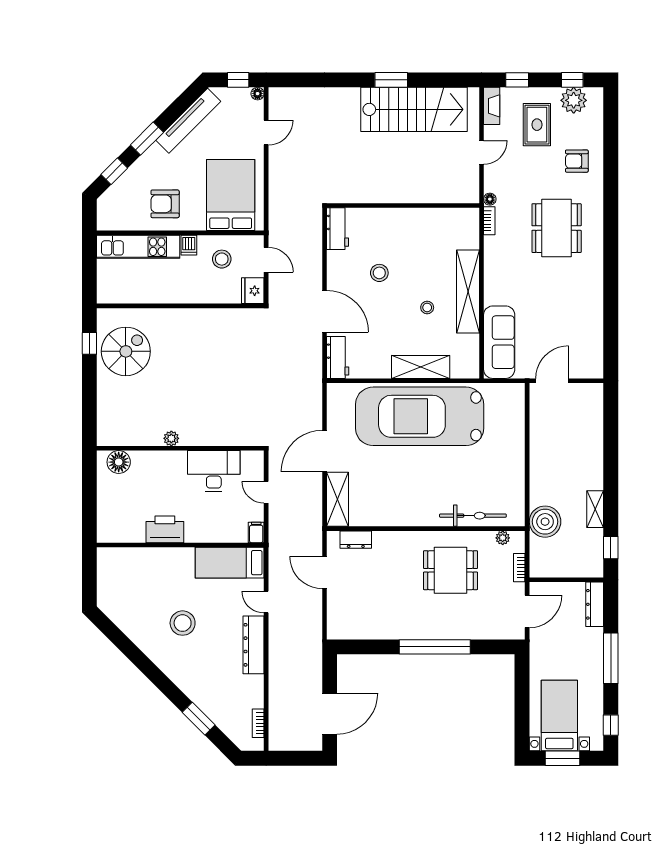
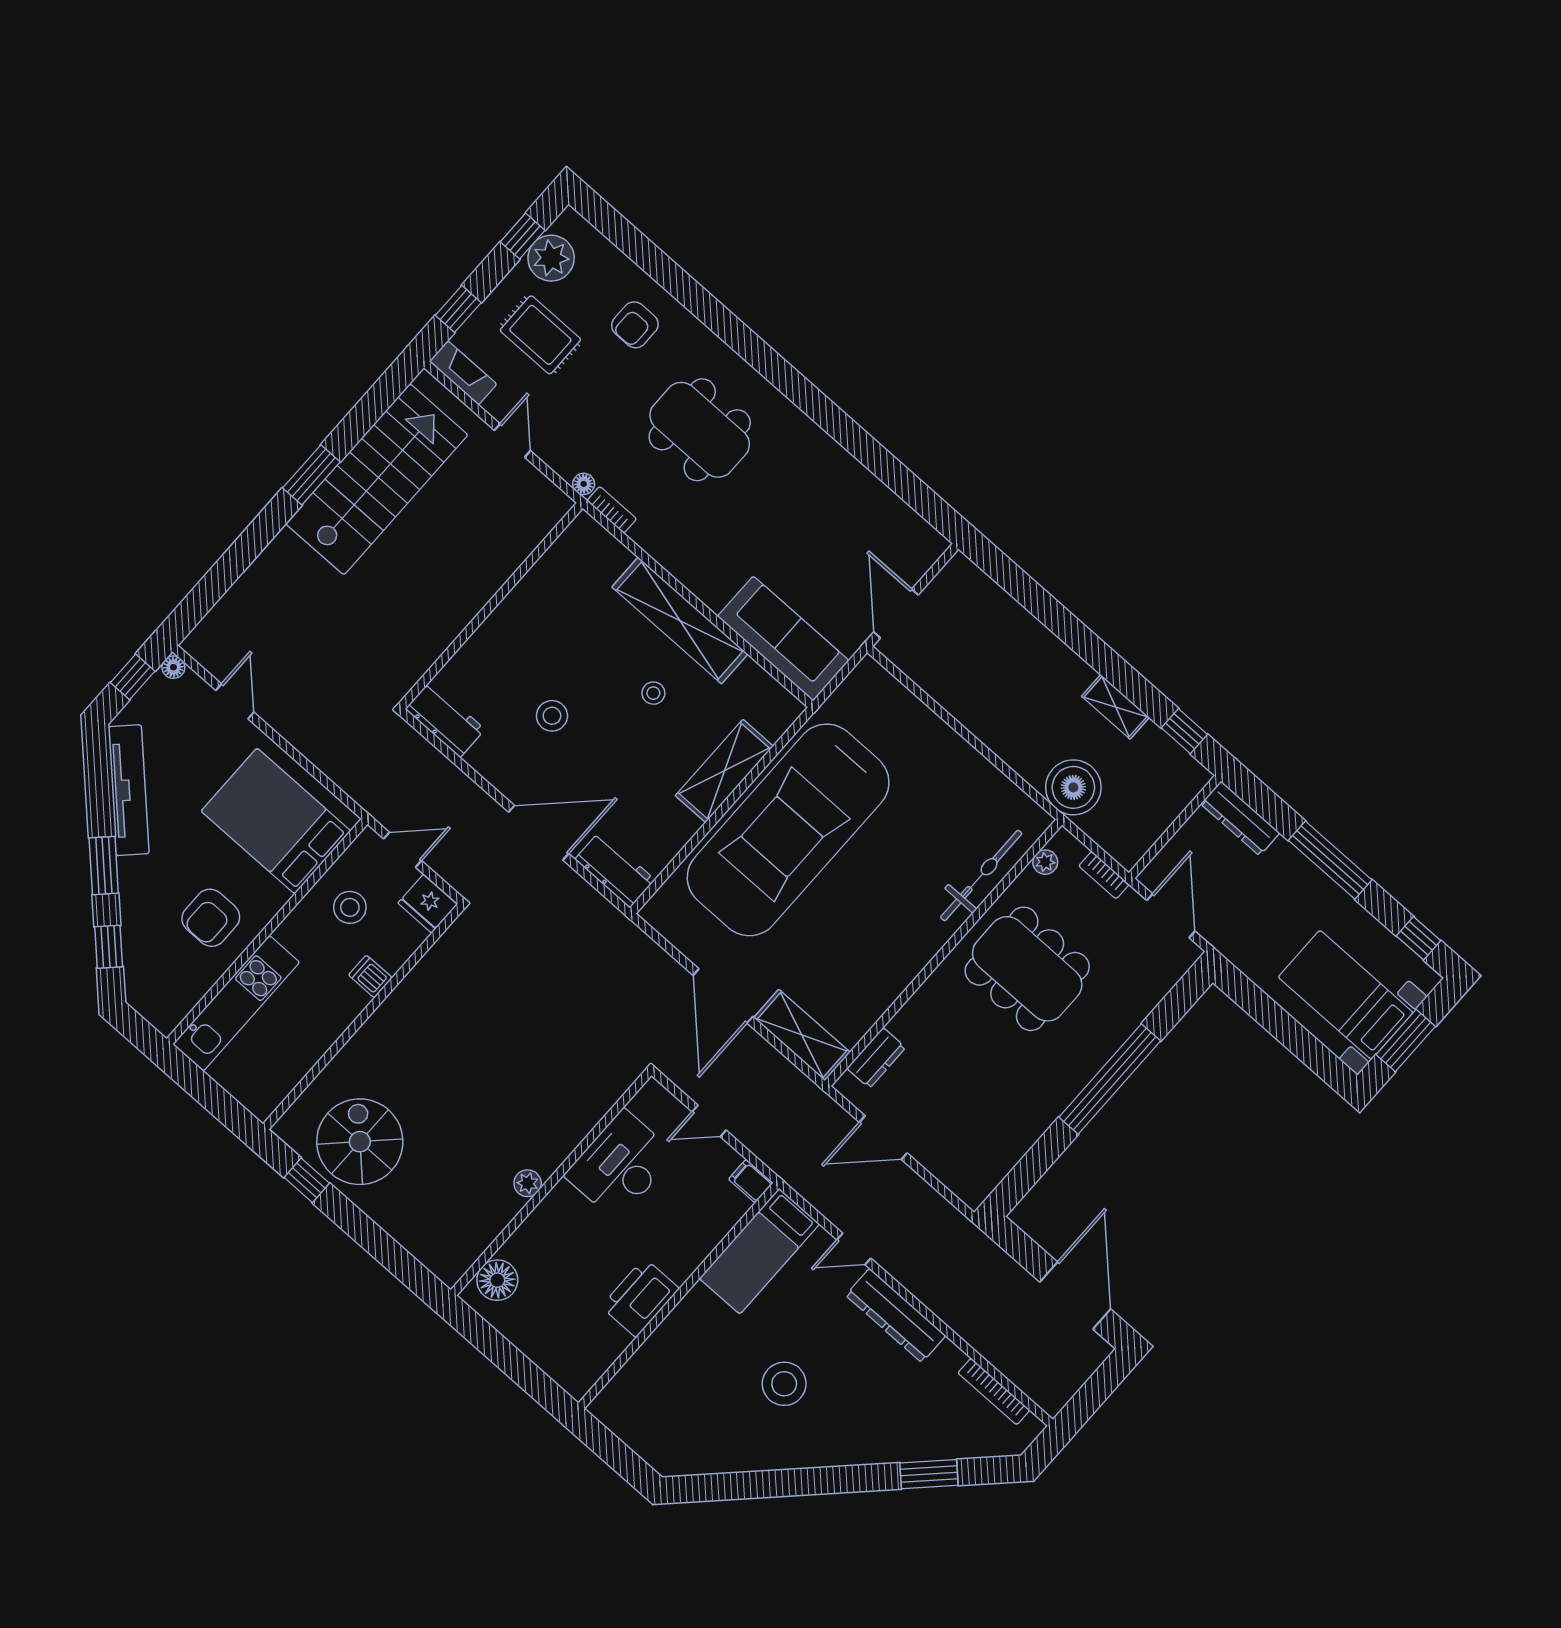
dishwasher: (189, 245) -> (370, 976), moved, turned 180
dining table: (451, 570) -> (1027, 969), width x1.38
bookcase: (258, 723) -> (994, 1392), width x1.56

